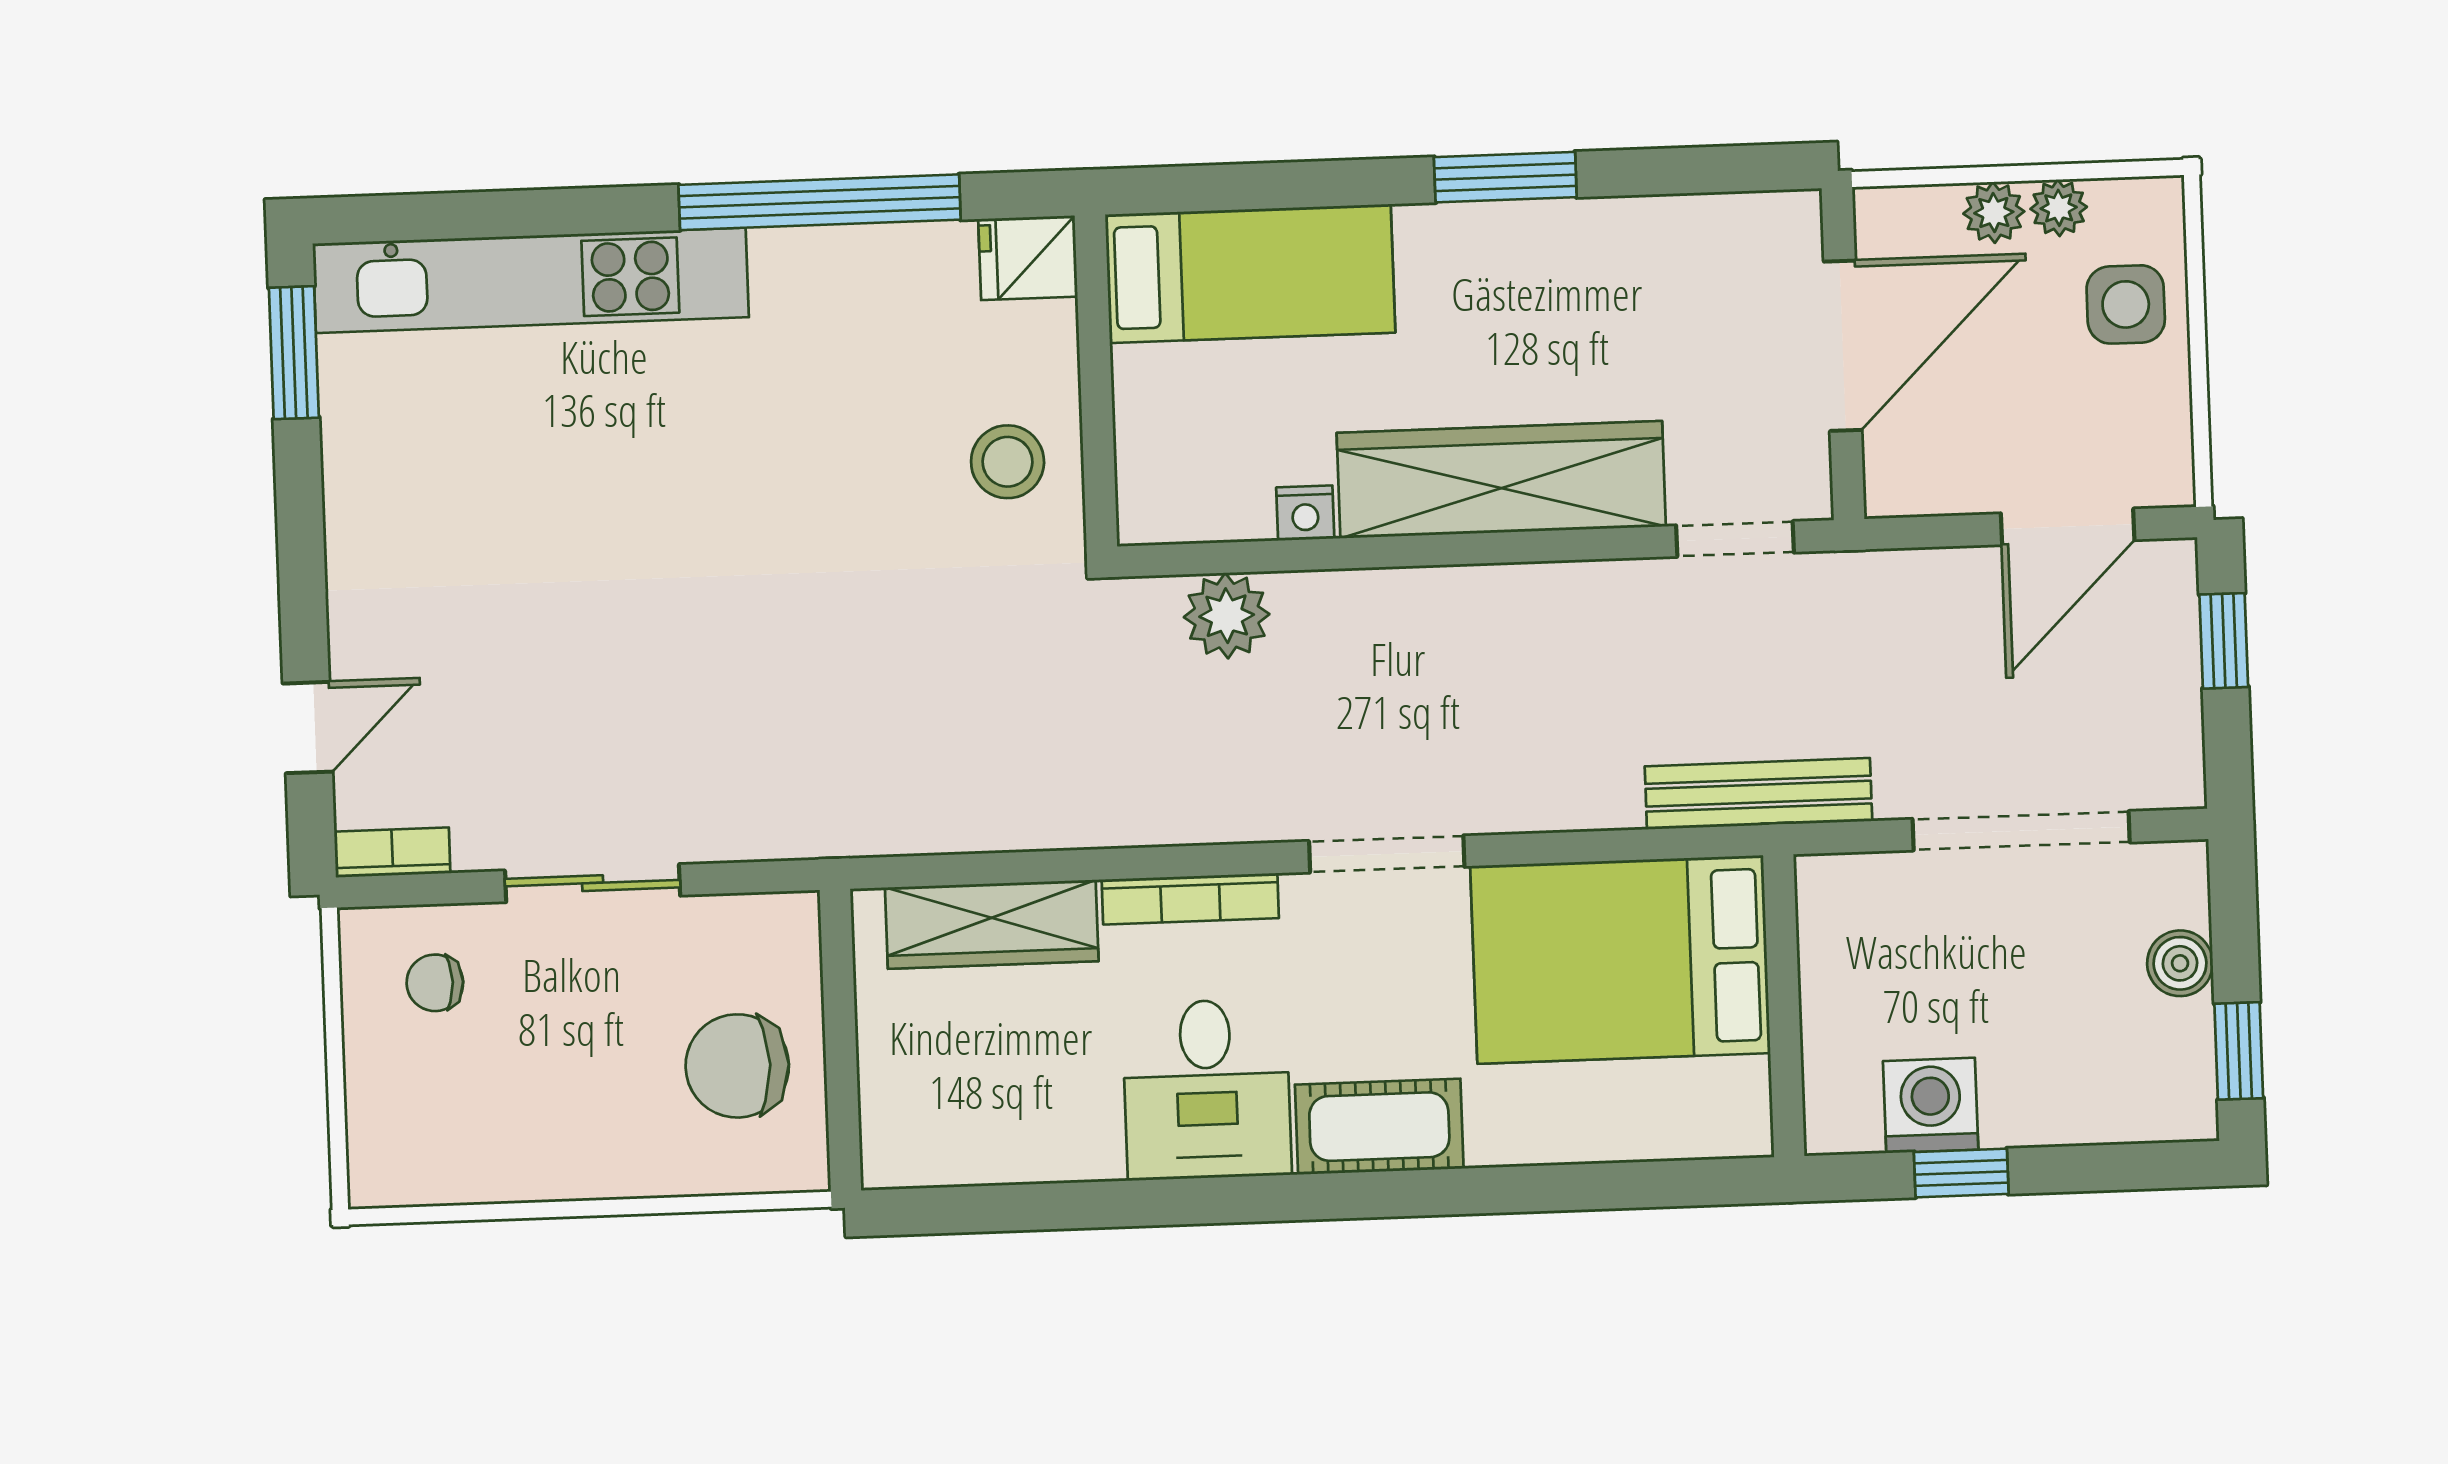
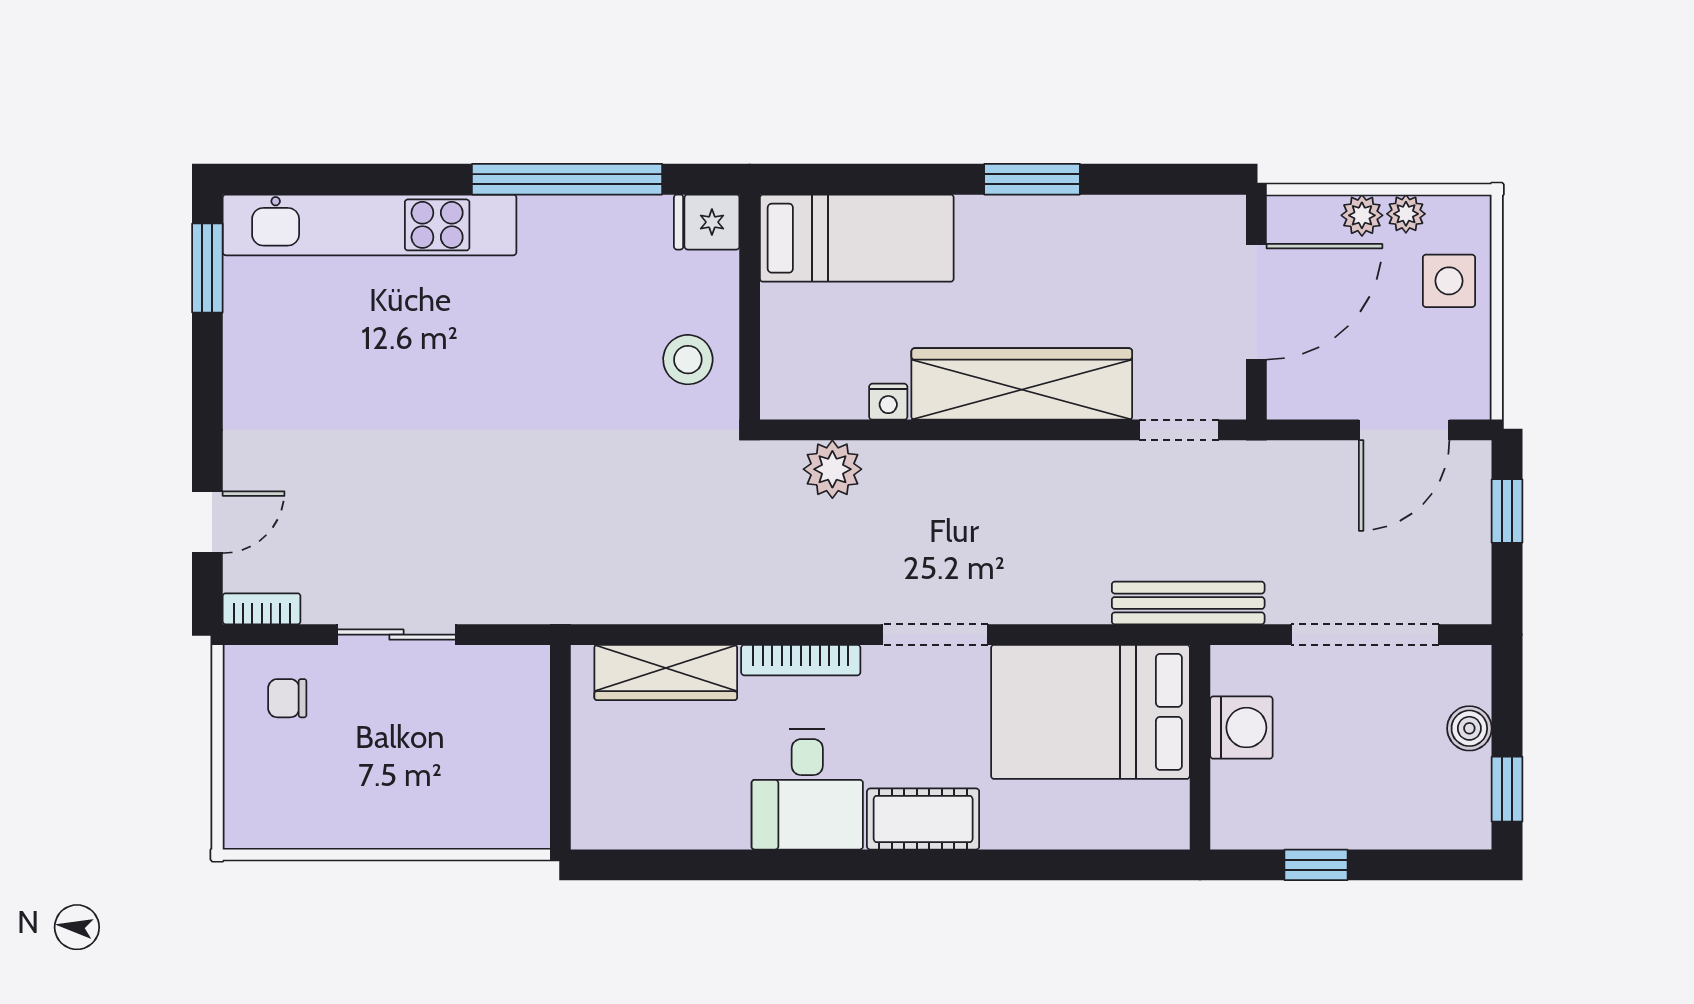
chair: (737, 1066) -> (490, 762), removed
washing machine: (1931, 1105) -> (1241, 728), moved, turned 90

